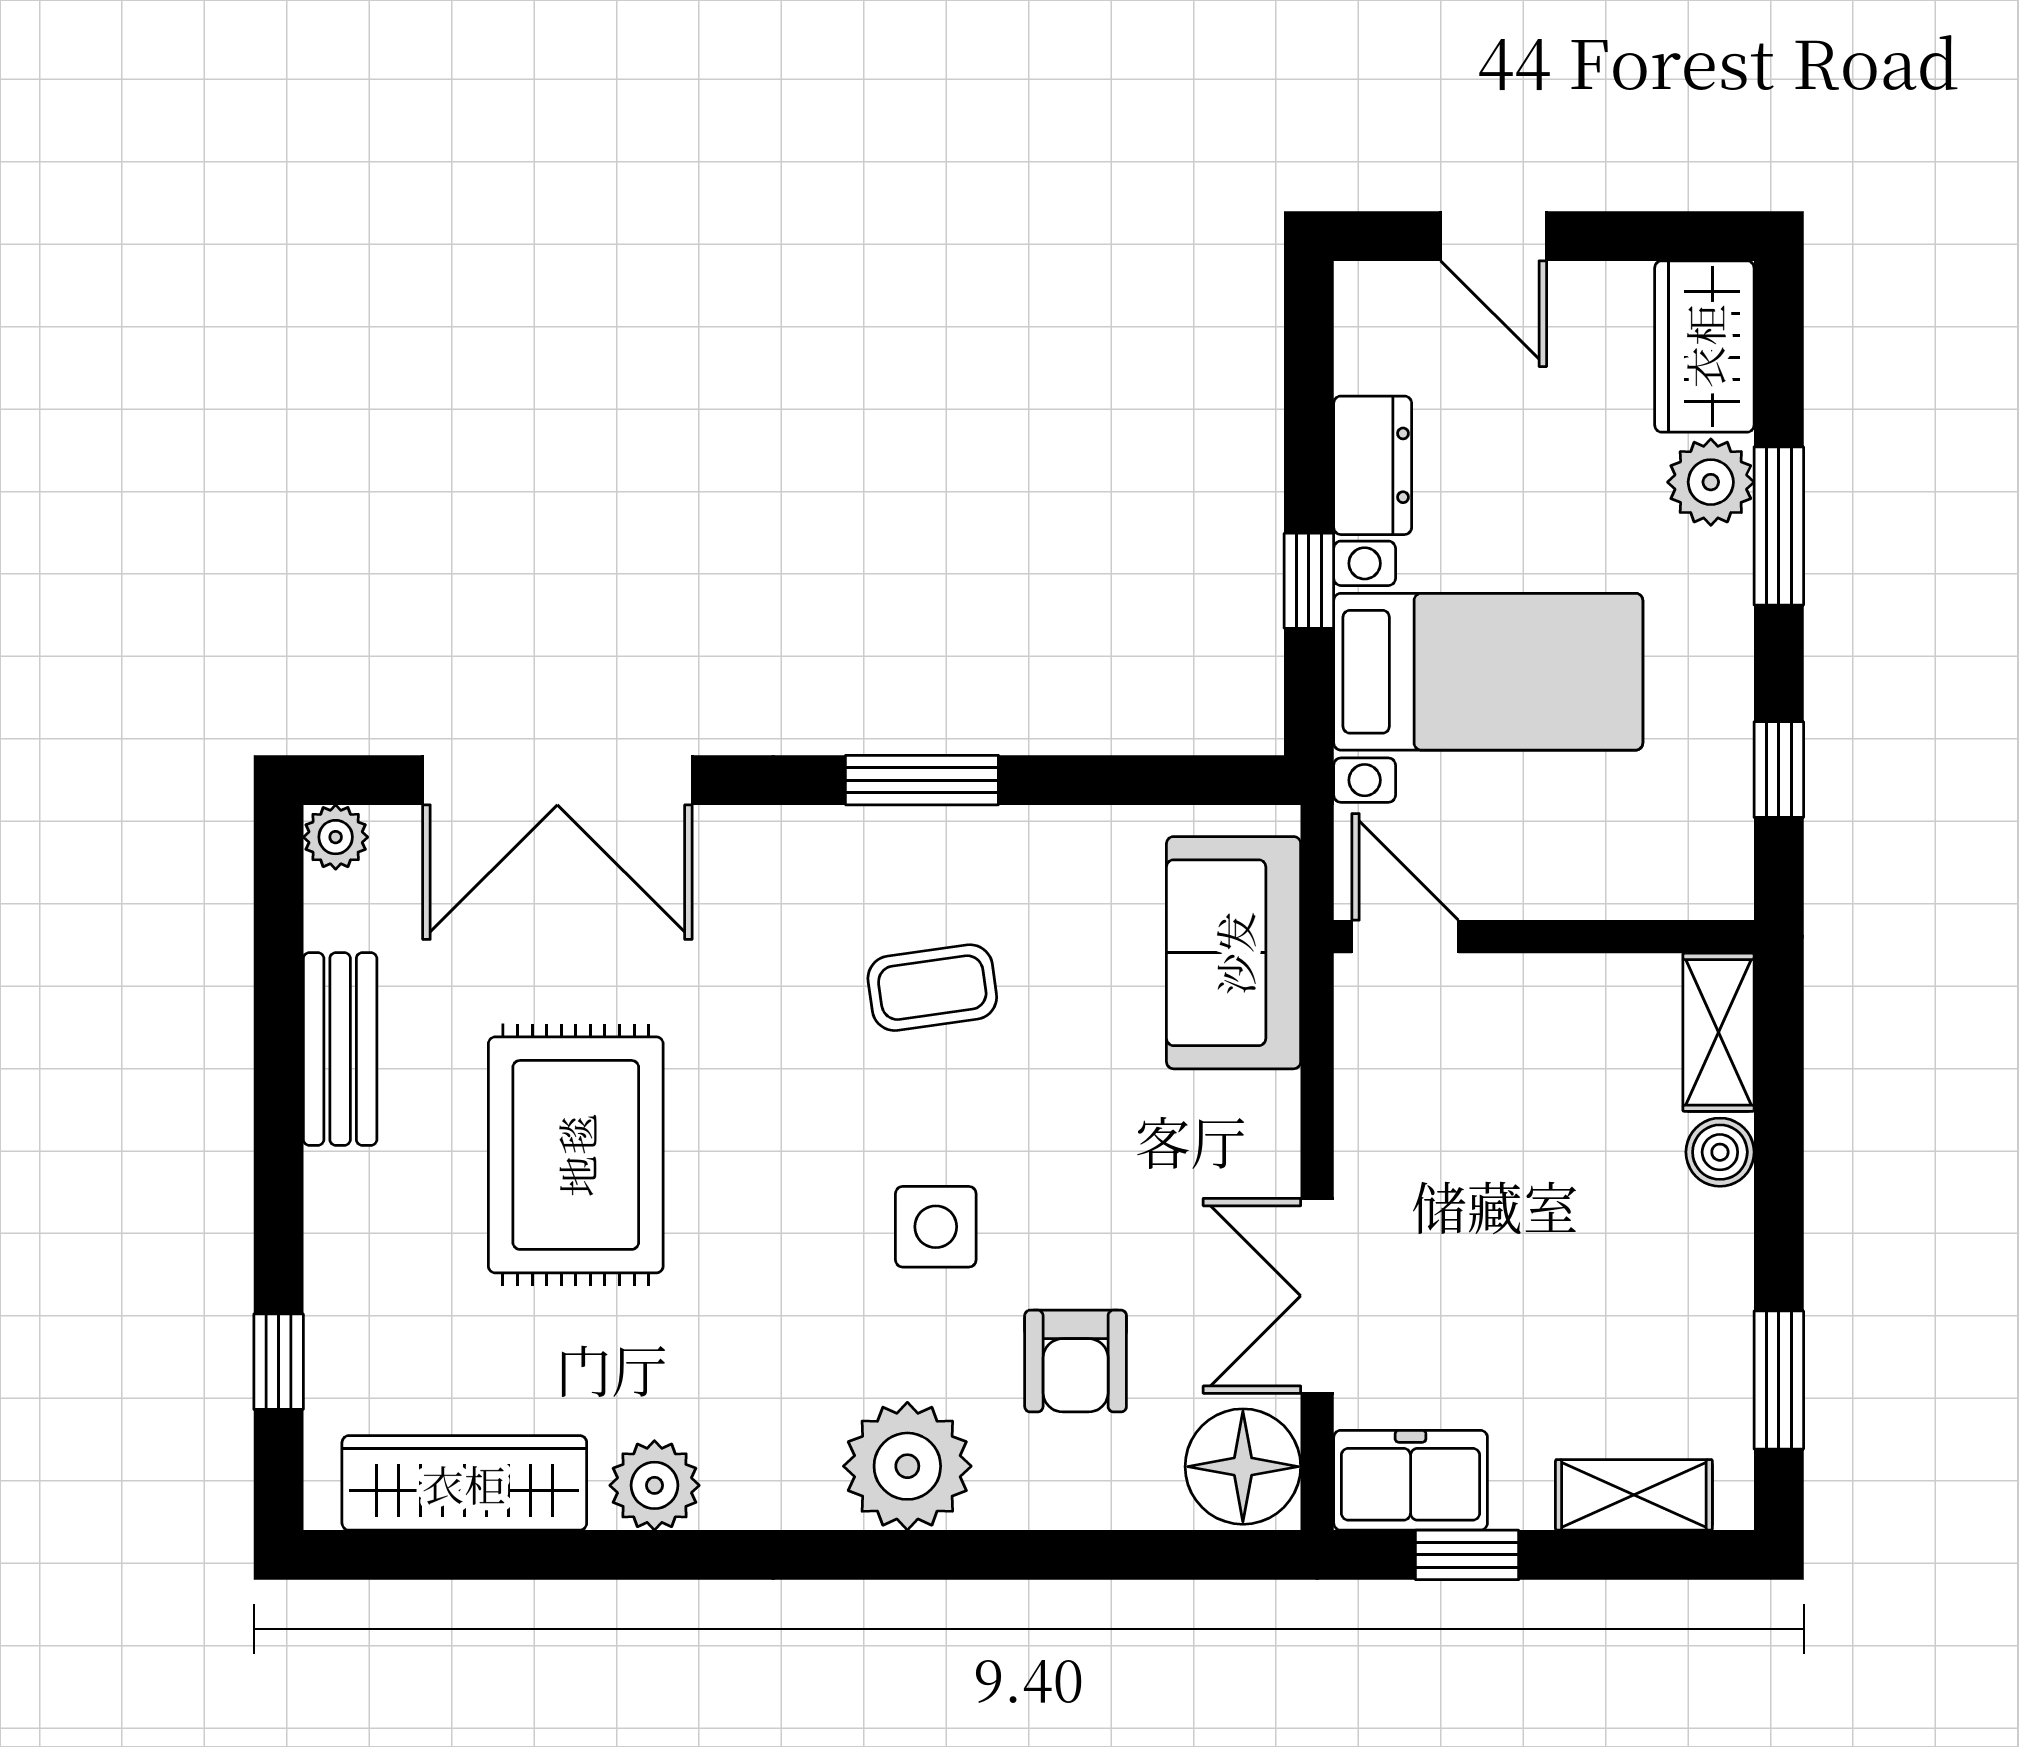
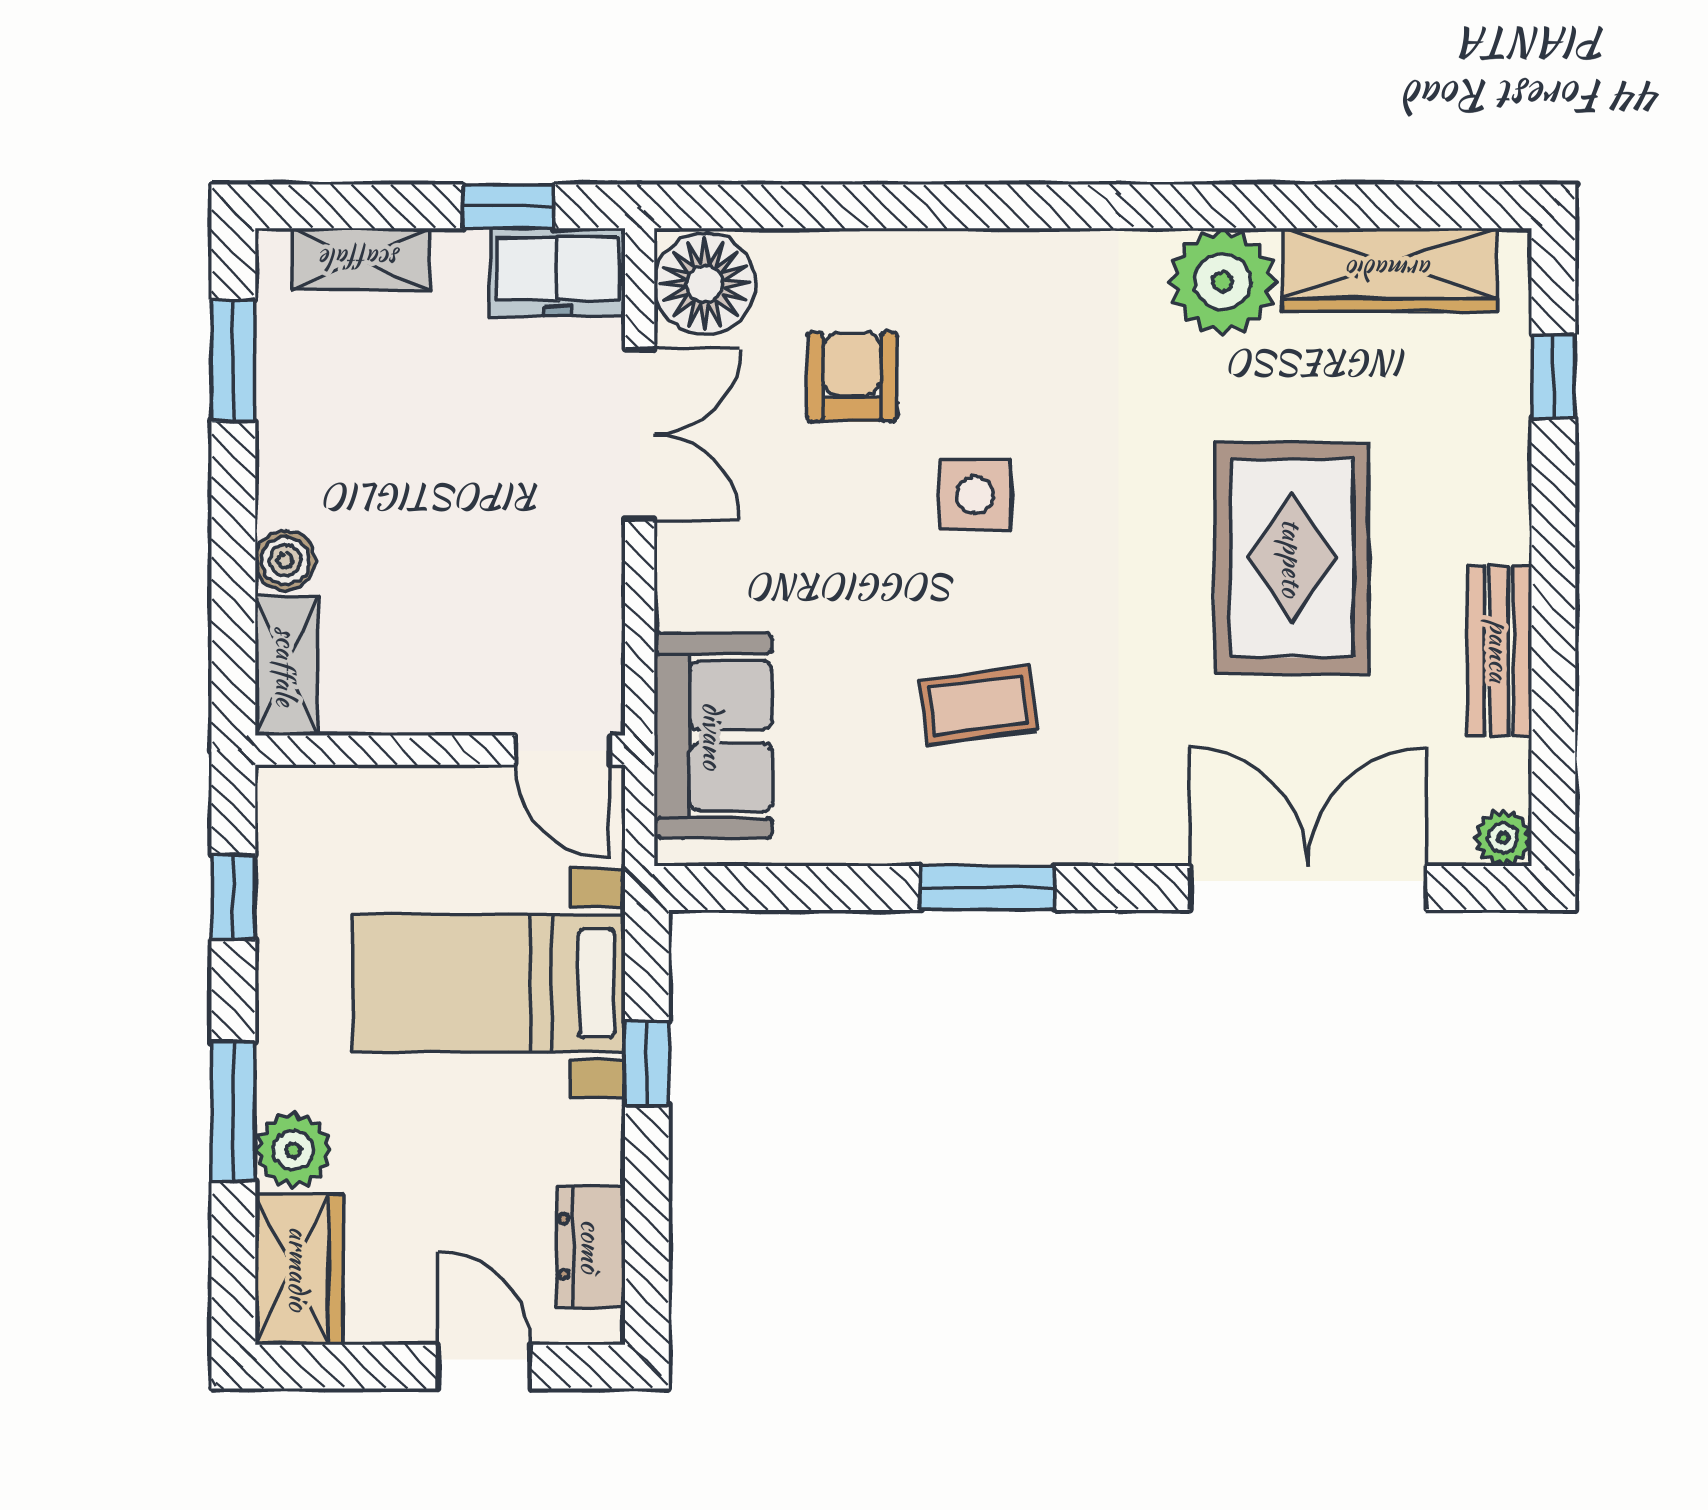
dresser: (1373, 465) -> (591, 1246), moved
plant: (907, 1466) -> (1000, 284), removed
plant: (654, 1485) -> (1223, 282), width x1.36, depth x1.36

